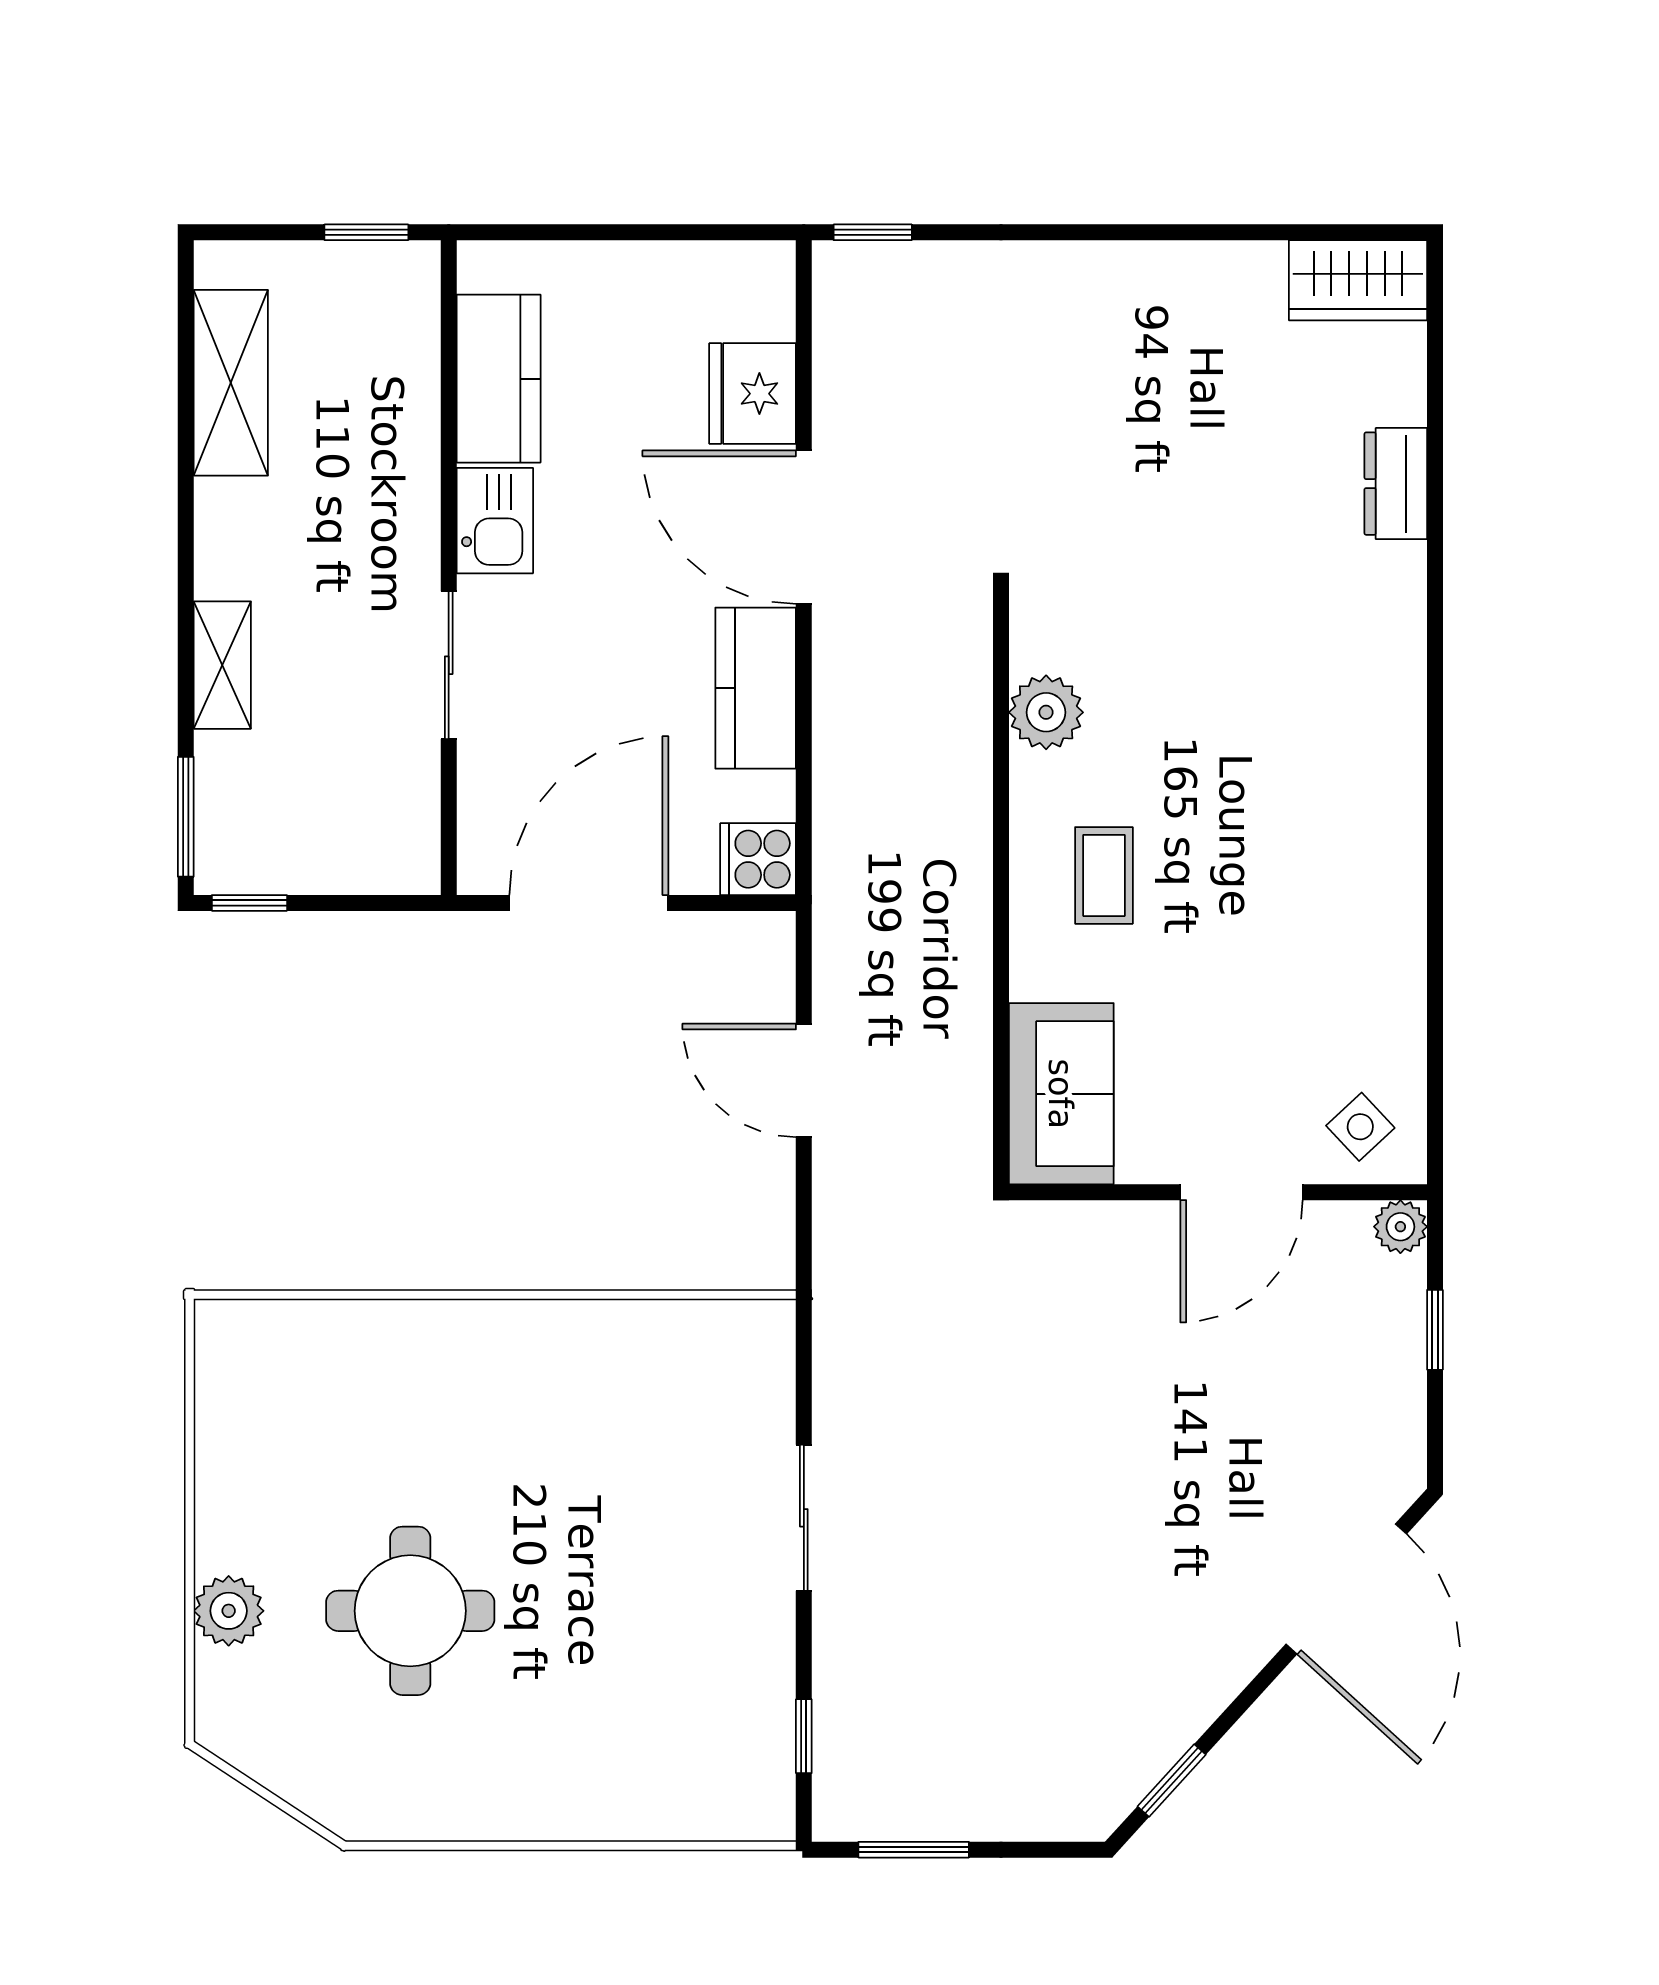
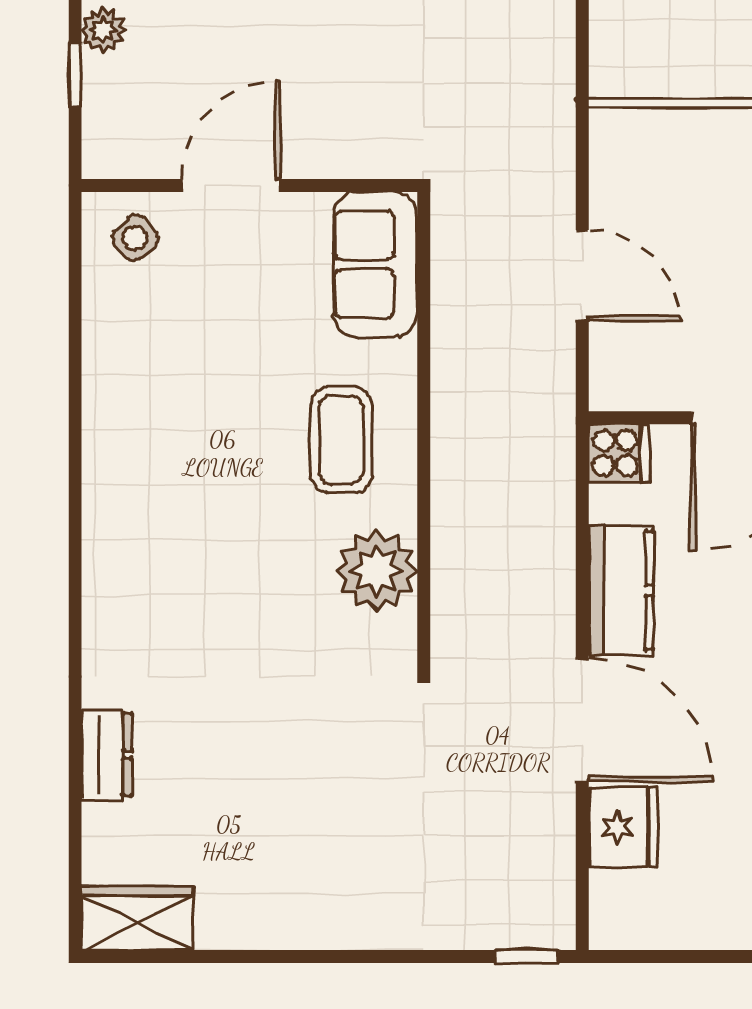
plant: (1046, 712) -> (377, 571), width x1.36, depth x1.36
coffee table: (1104, 875) -> (341, 440), width x1.36, depth x1.30
plant: (1400, 1227) -> (103, 30), moved

